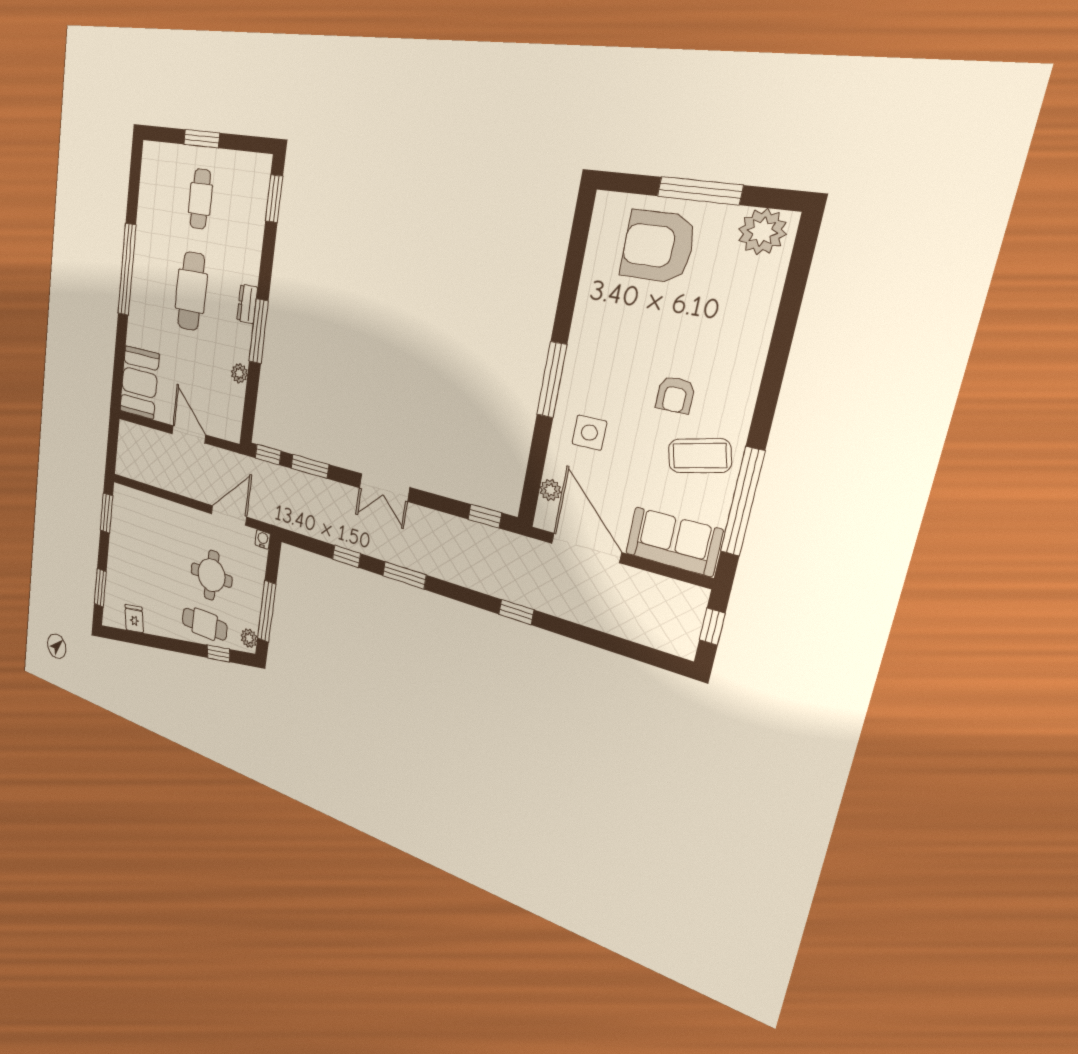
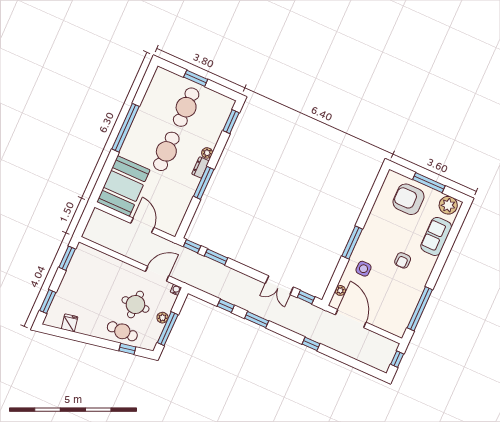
cafe table: (200, 199) -> (186, 107), width x1.37, depth x1.35
plant: (239, 373) -> (207, 153), moved
booth: (139, 383) -> (123, 186), width x1.36, depth x1.42
coffee table: (700, 456) -> (407, 287), removed
double door: (384, 488) -> (279, 285), moved
sofa: (674, 542) -> (436, 236), moved, turned -90
plant: (249, 638) -> (162, 318), moved

